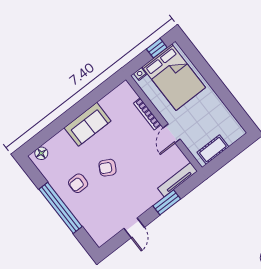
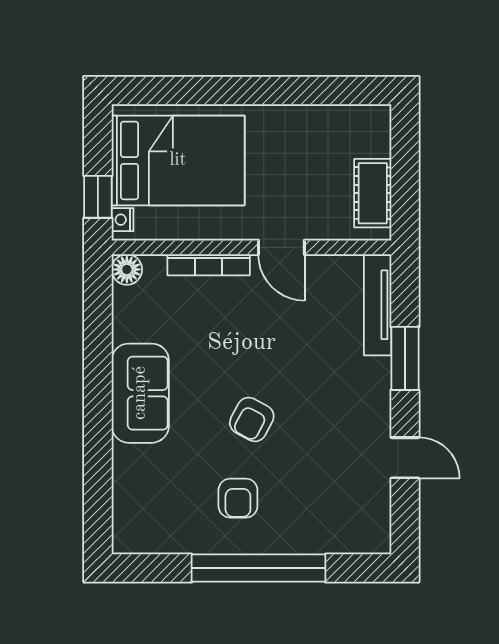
window: (157, 48) -> (98, 197), moved
floor lamp: (41, 153) -> (127, 269), moved

